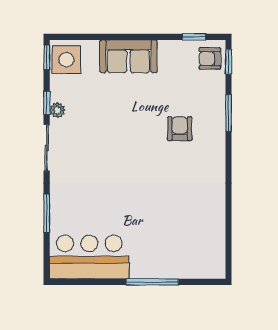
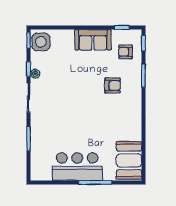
sofa: (128, 56) -> (93, 40), moved
armchair: (210, 59) -> (126, 52), moved
armchair: (180, 129) -> (113, 85), turned 90
booth: (206, 247) -> (129, 160), added
bar counter: (89, 257) -> (77, 167), moved

